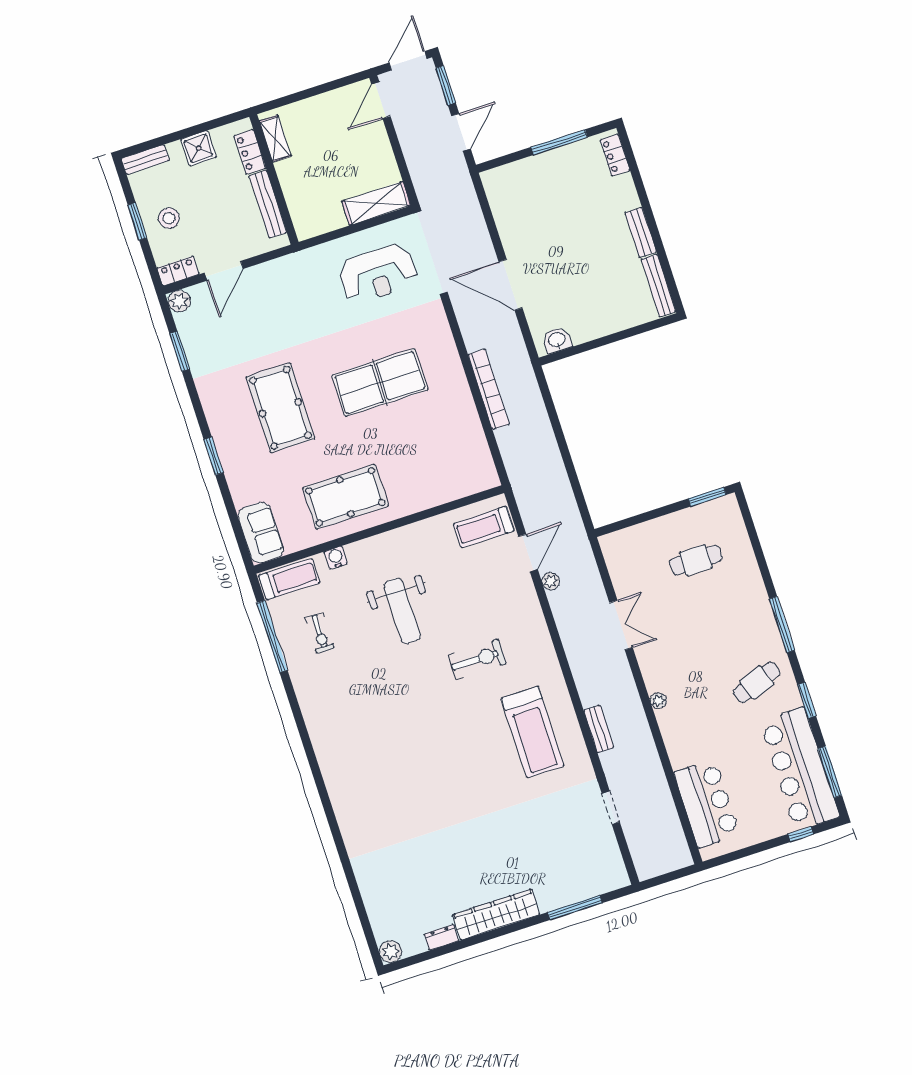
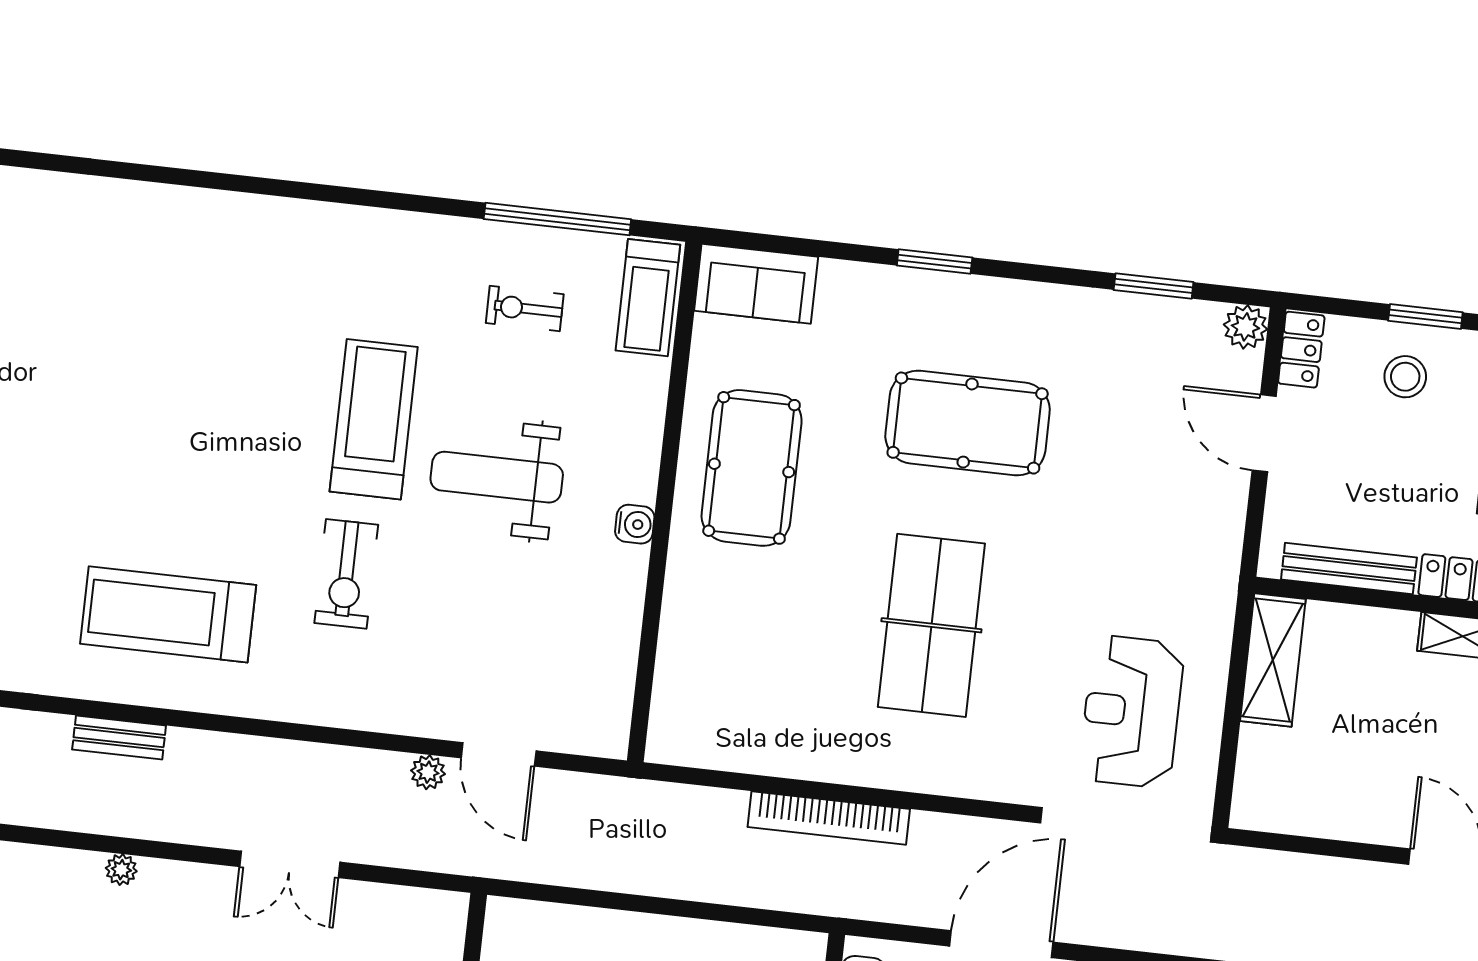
shelving: (376, 203) -> (1273, 660), moved
treadmill: (484, 527) -> (374, 419), moved, width x1.37, depth x1.38
water cooler: (336, 558) -> (635, 524), moved

